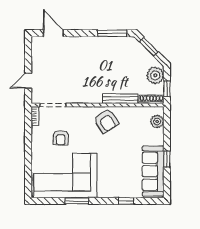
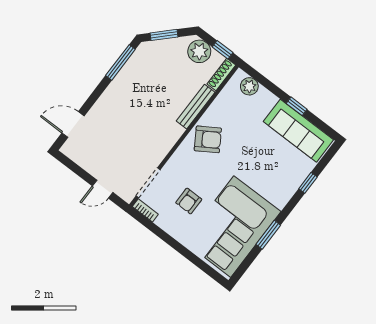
door: (28, 81) -> (103, 189), hinge flipped
armchair: (61, 138) -> (189, 201), turned 90

